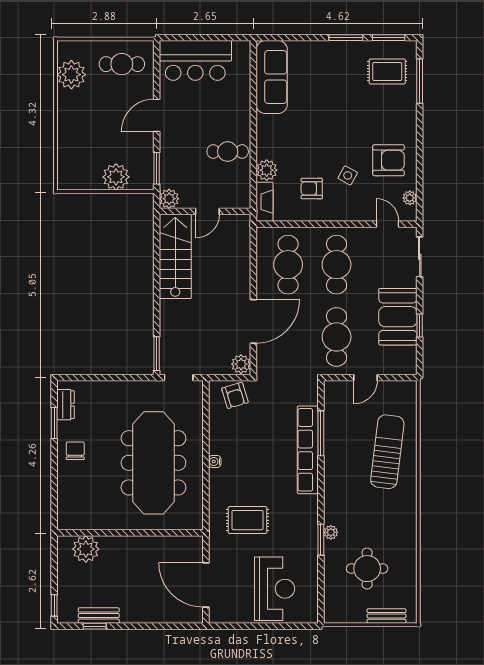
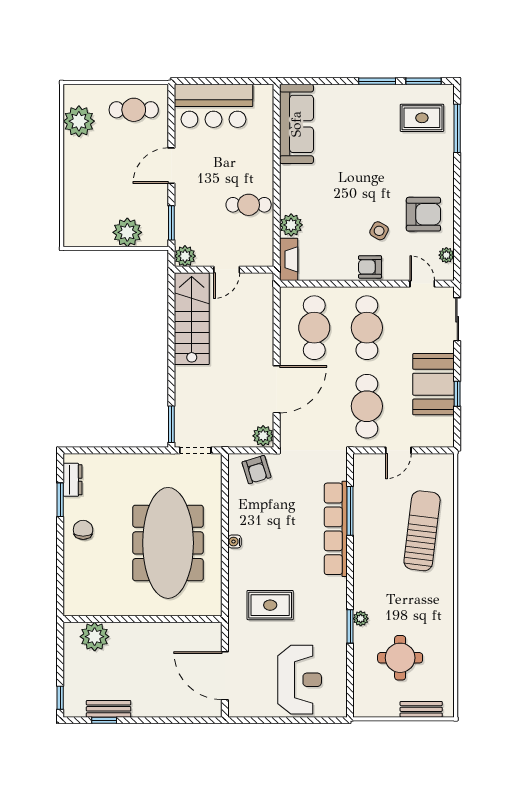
armchair: (312, 188) -> (370, 267), moved

